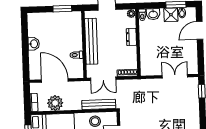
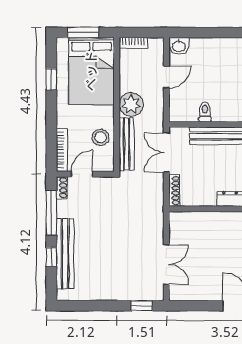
washbasin: (34, 44) -> (179, 46), moved
door: (55, 80) -> (166, 77), width x0.53
plant: (55, 103) -> (131, 105), moved

